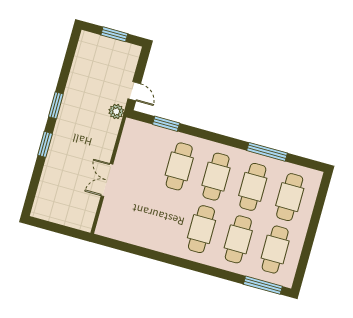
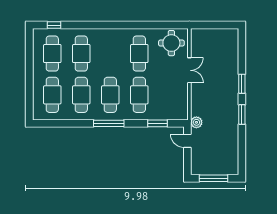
window: (114, 34) -> (214, 178), width x1.44
window: (267, 152) -> (109, 123), moved
round table: (120, 221) -> (171, 43), added
cafe table: (201, 229) -> (139, 54), moved
window: (263, 285) -> (54, 25), width x0.46

